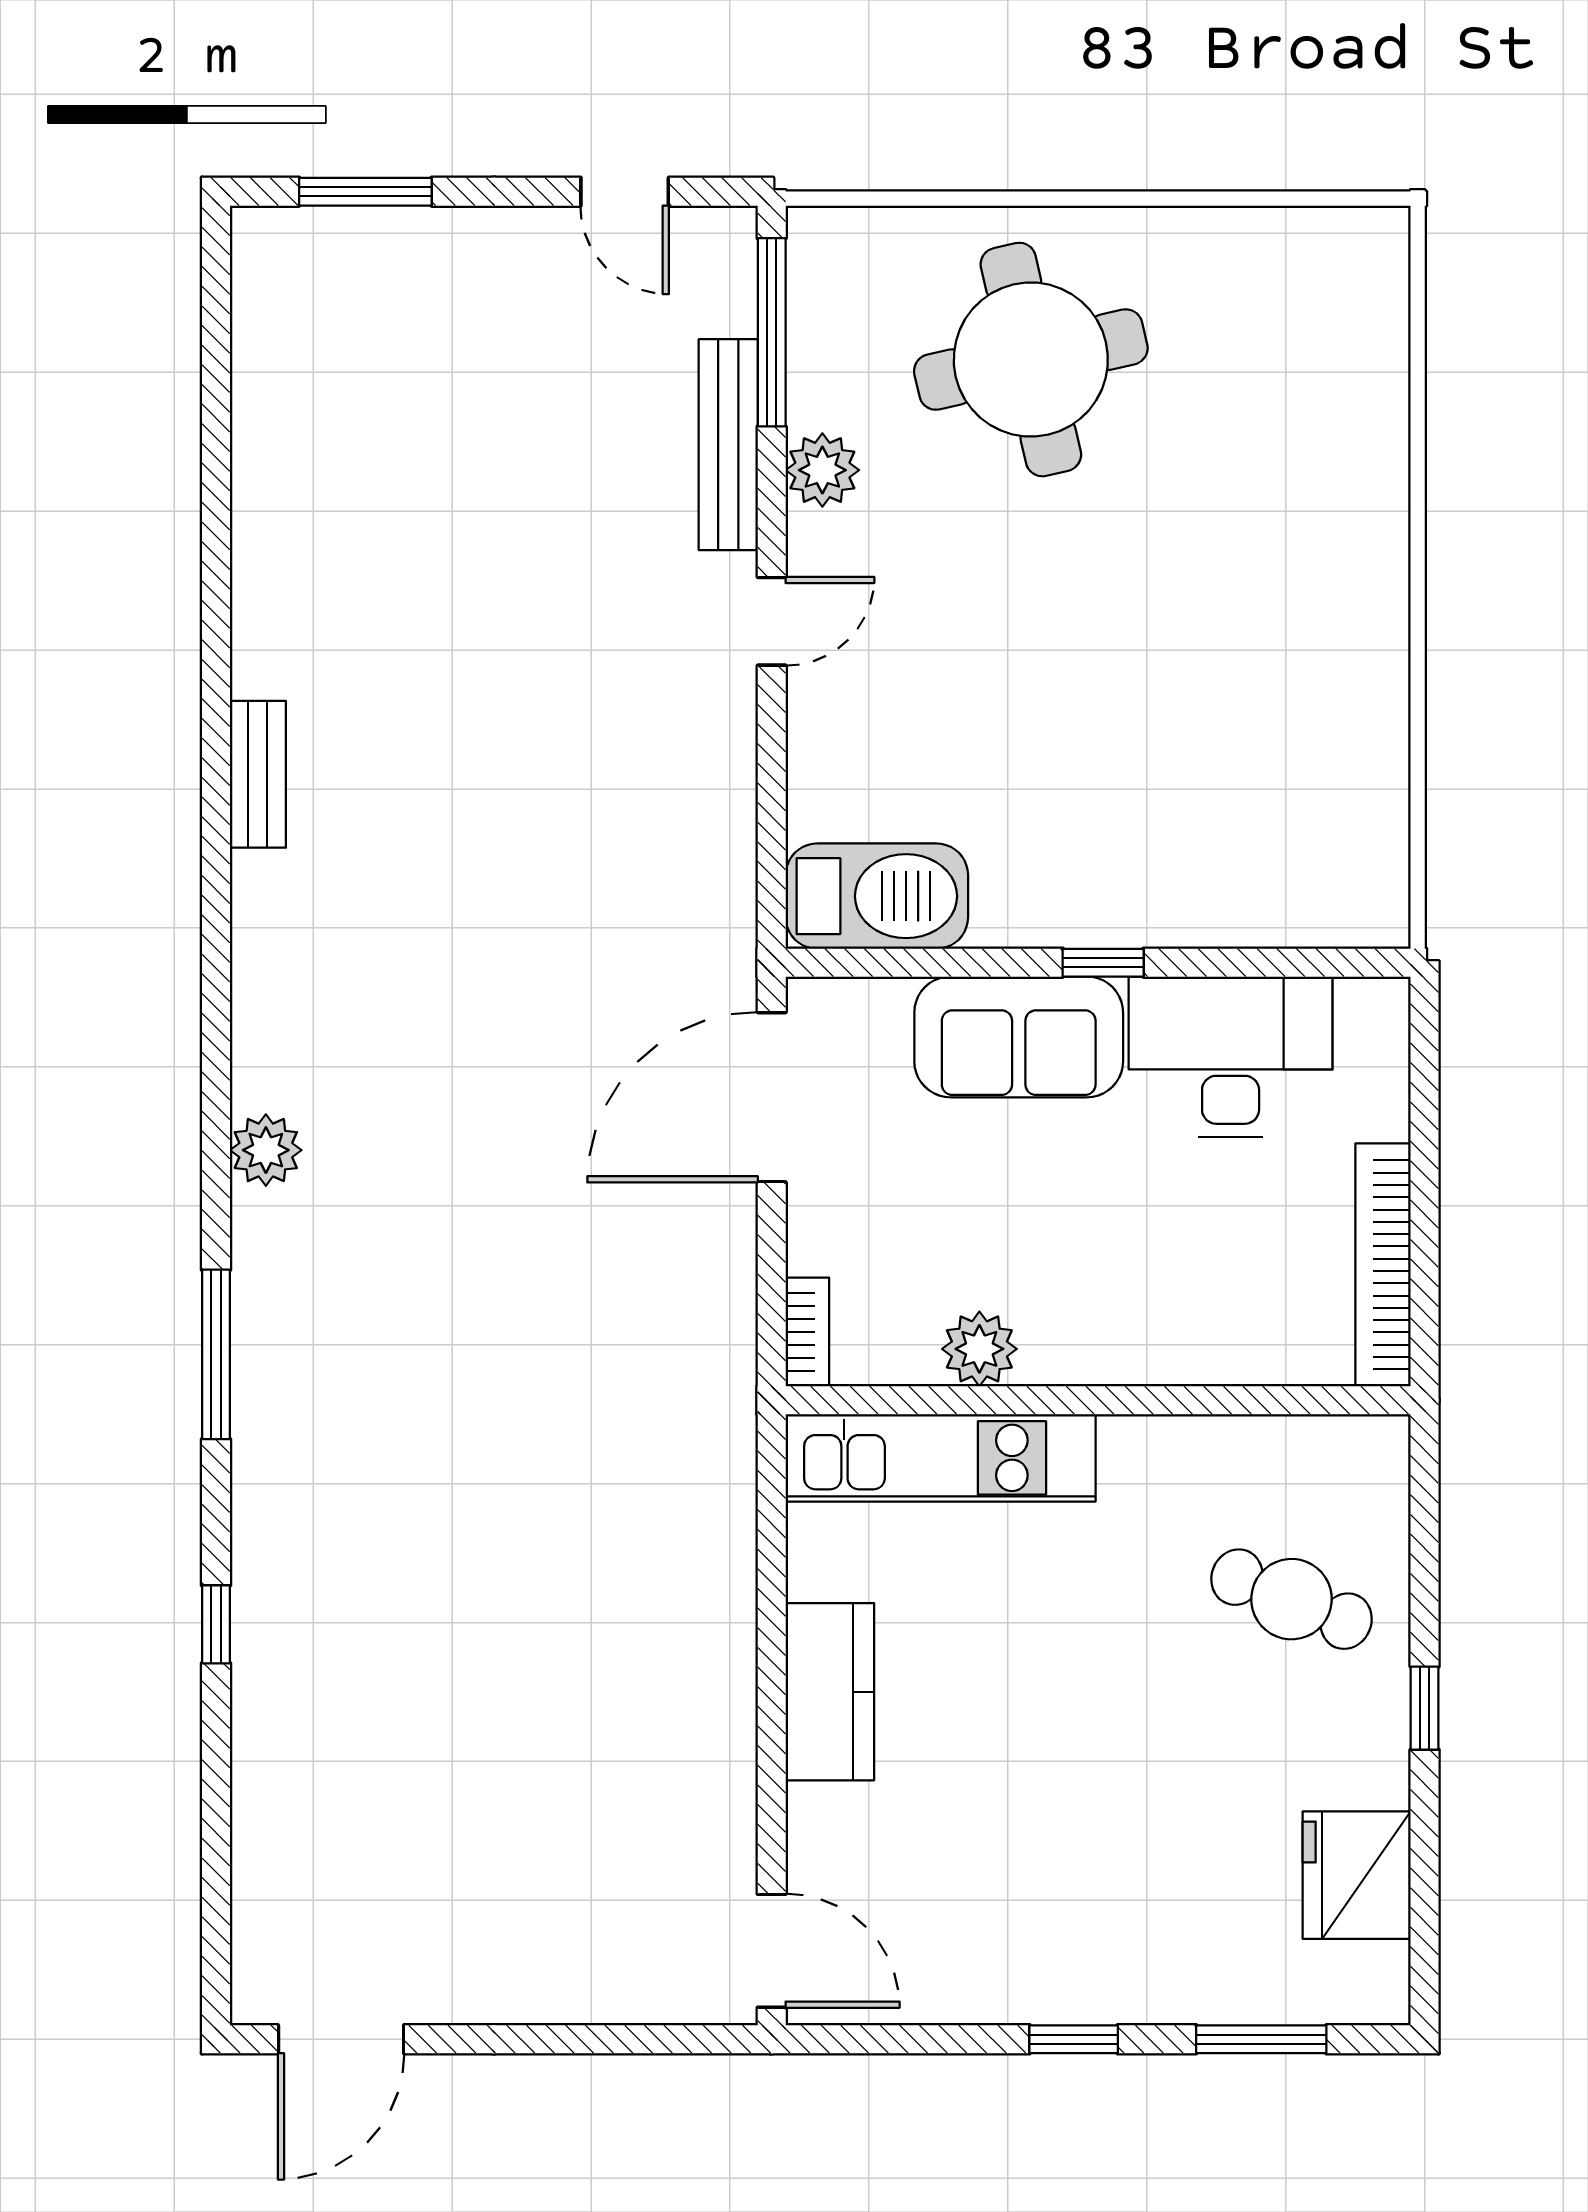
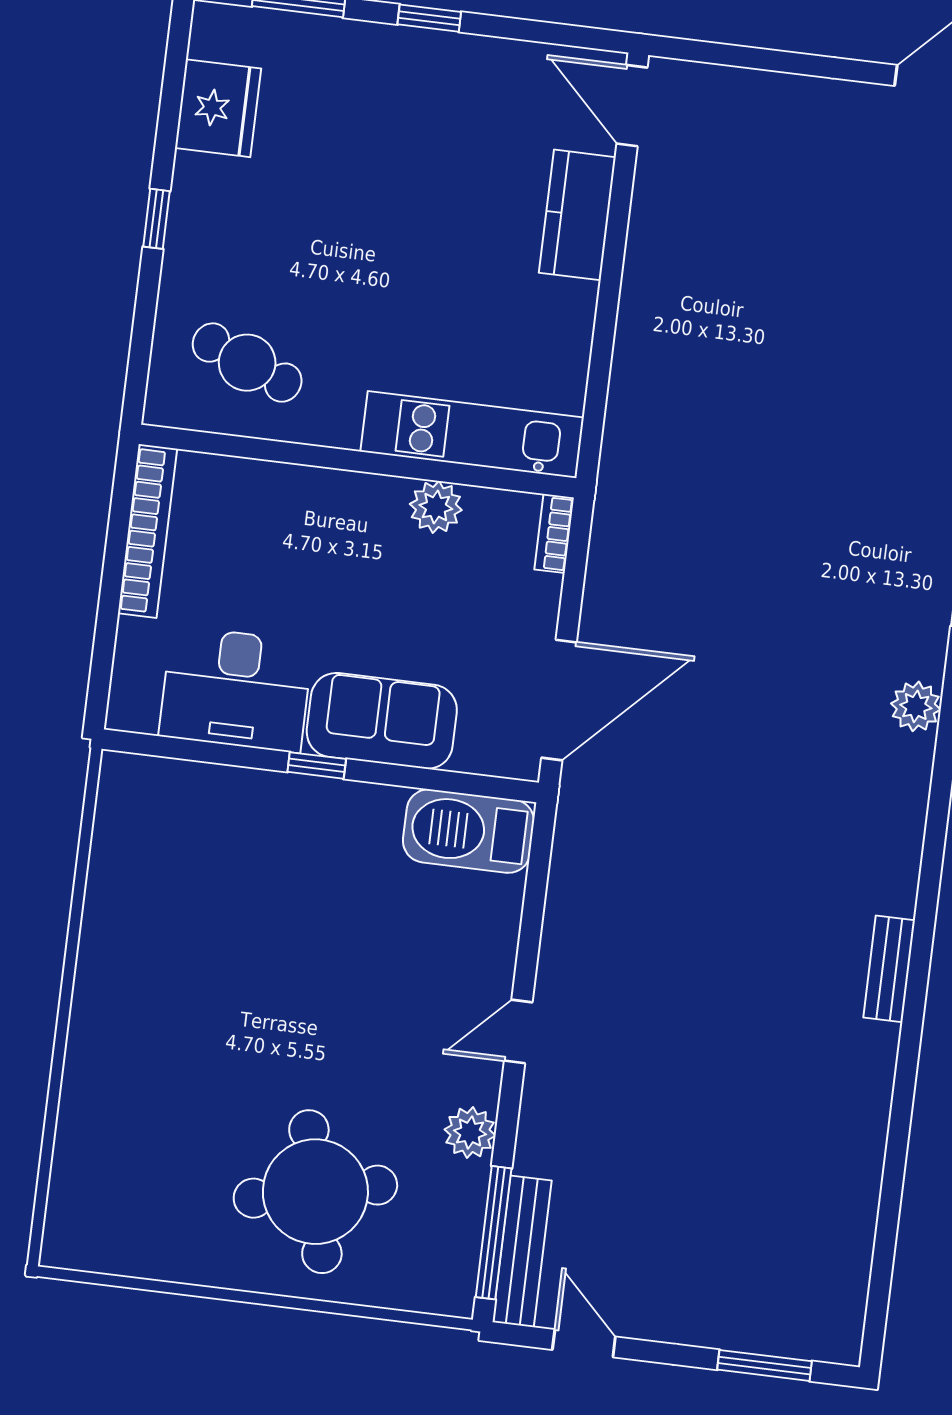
bench: (728, 445) -> (522, 1251), moved
cafe table: (1291, 1599) -> (247, 363), moved
kitchen counter: (830, 1692) -> (577, 215), moved

